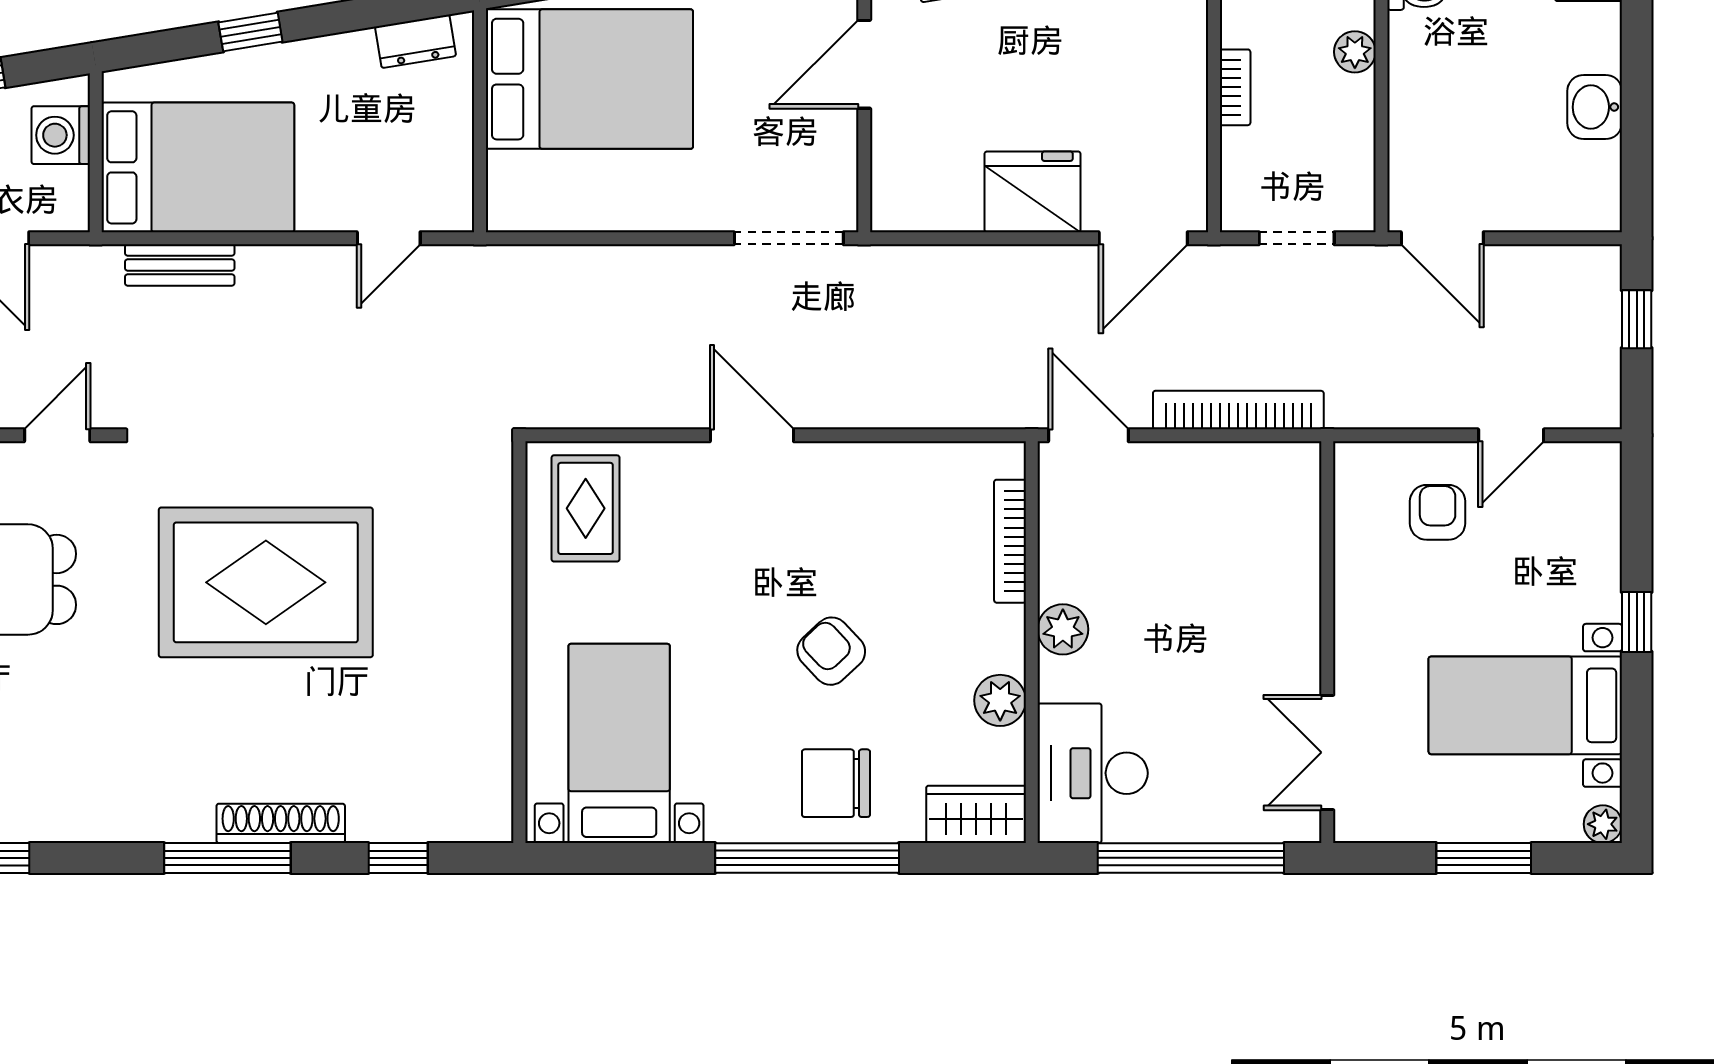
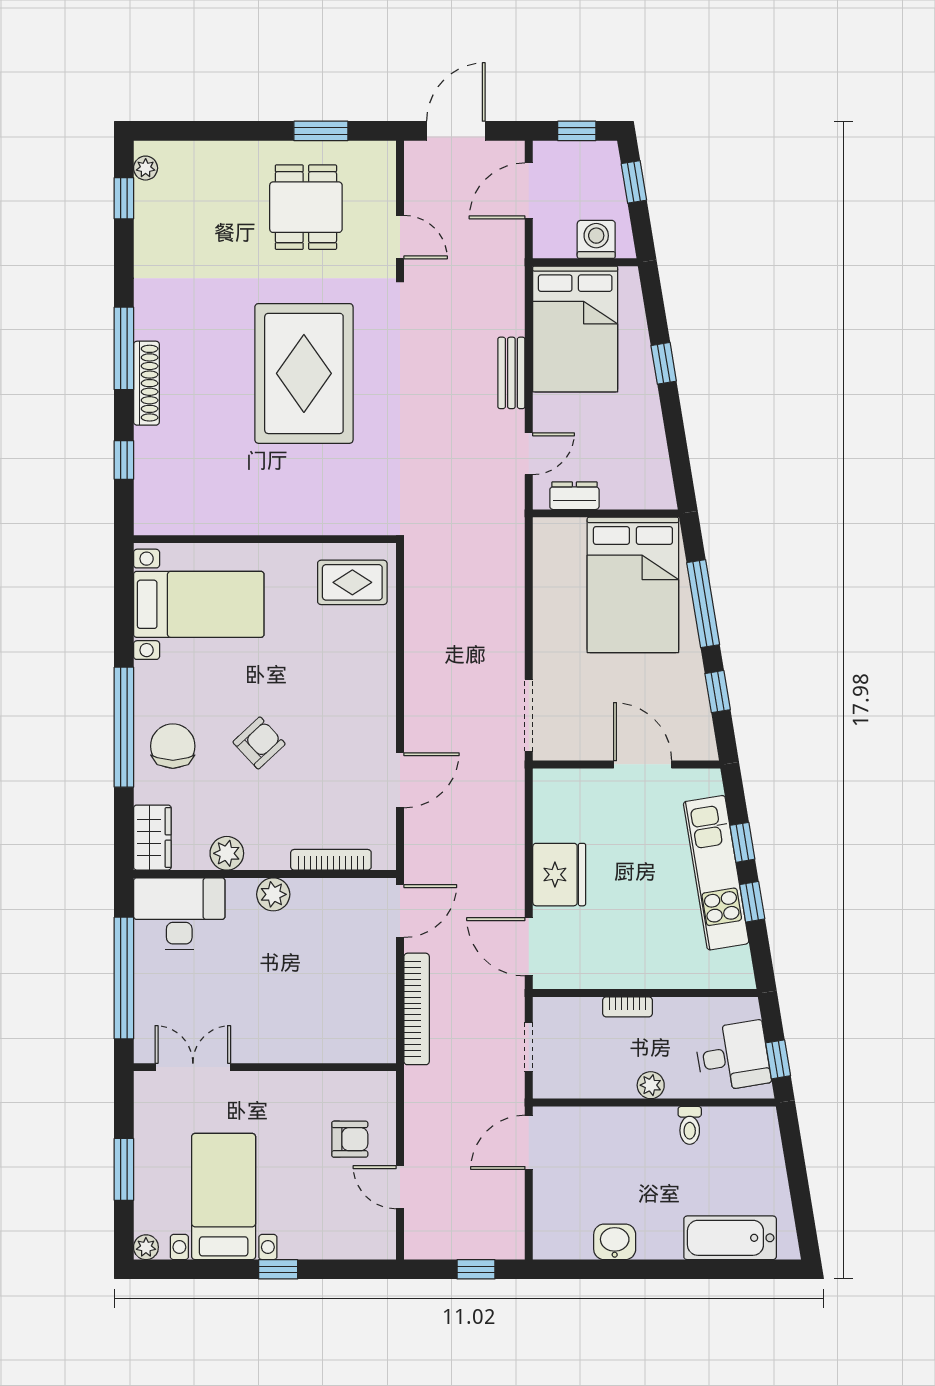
dresser: (416, 41) -> (574, 496), moved, turned 99
door: (389, 238) -> (529, 454), swing flipped
bench: (180, 265) -> (511, 373), moved
door: (752, 435) -> (400, 780), moved

